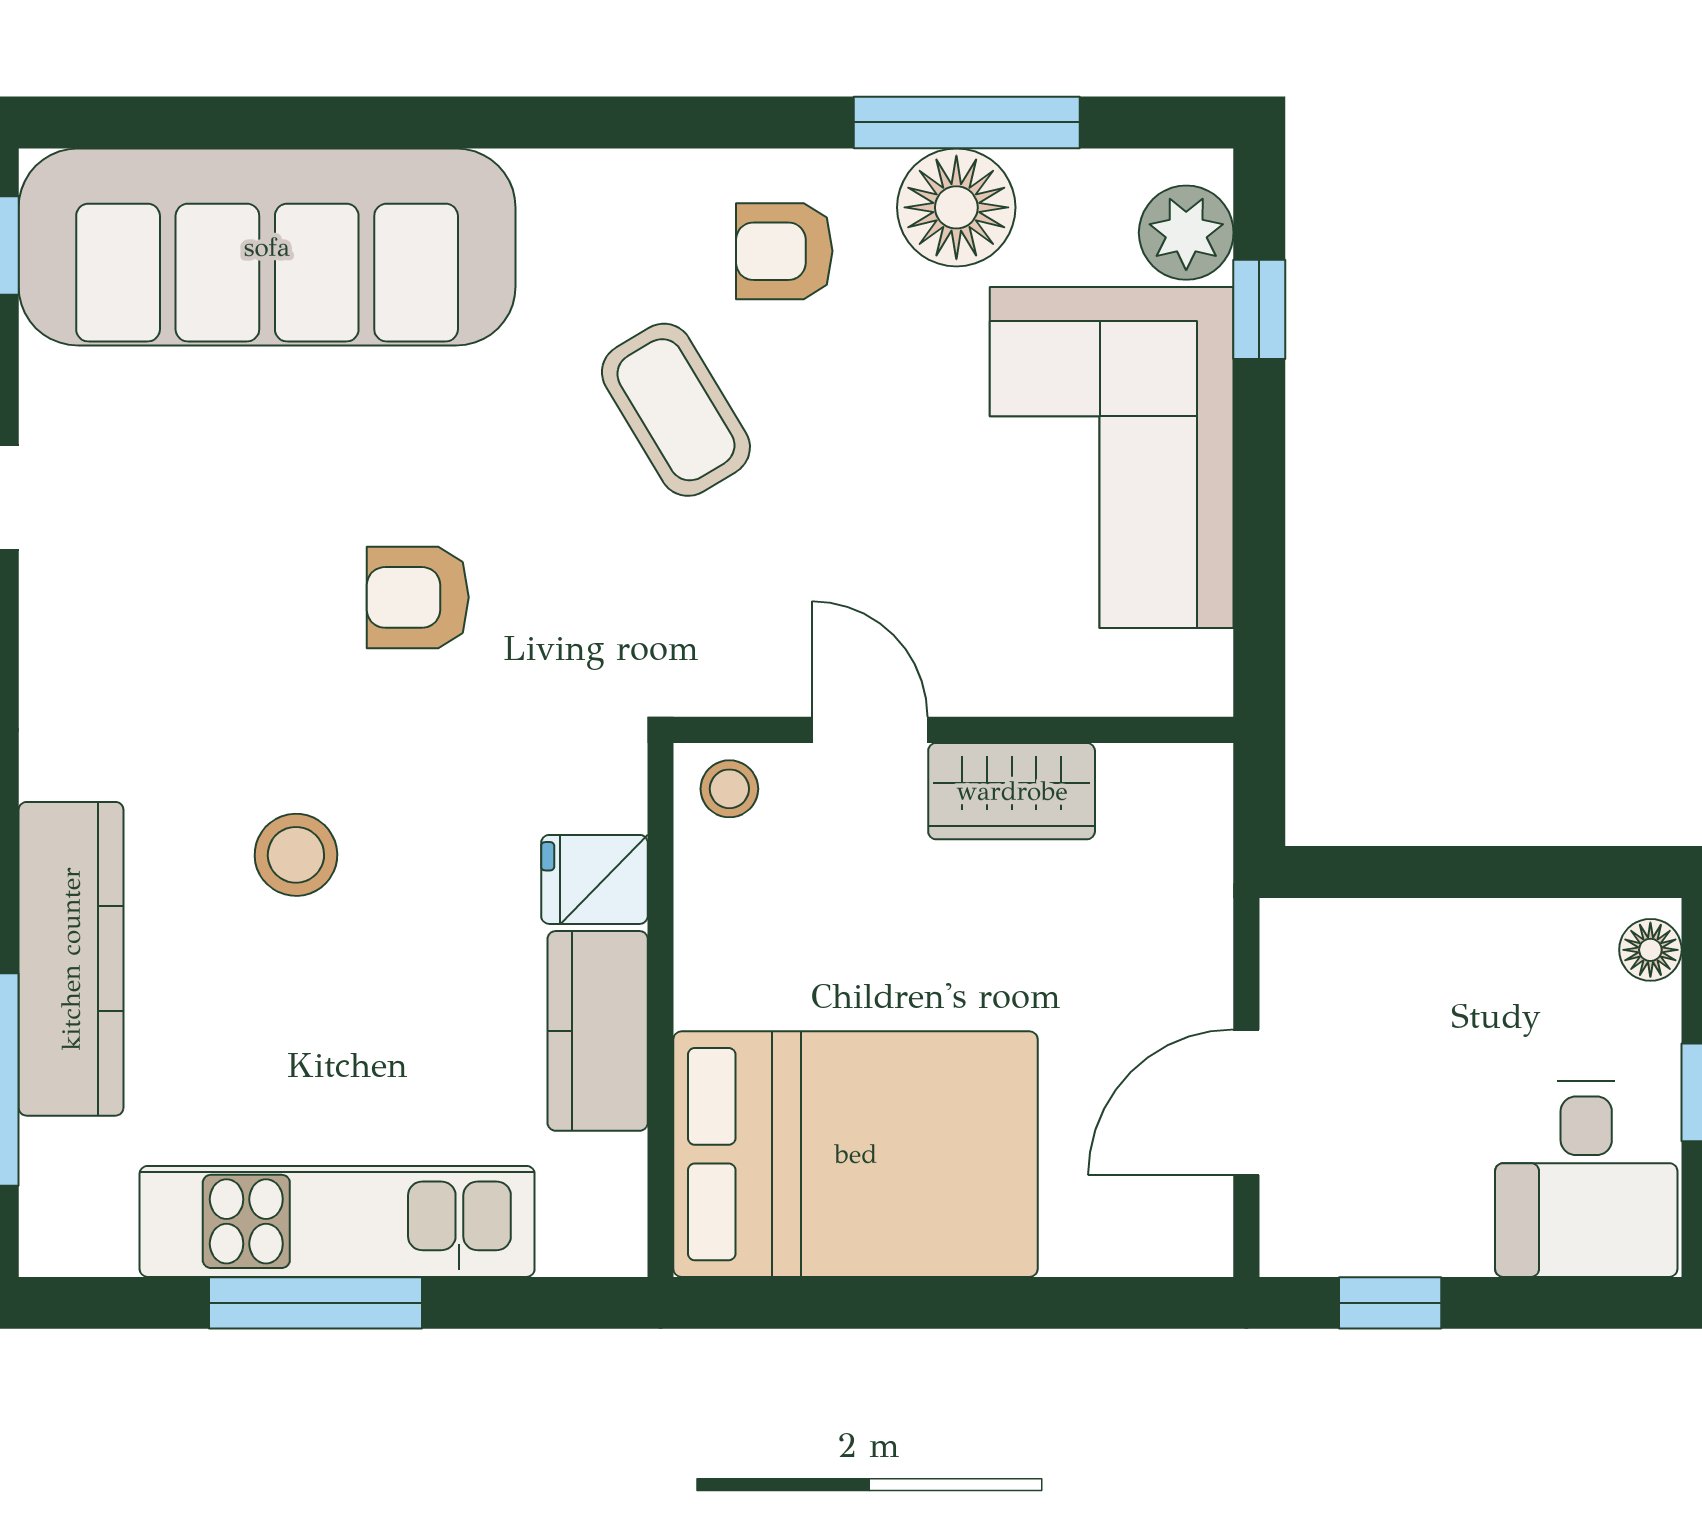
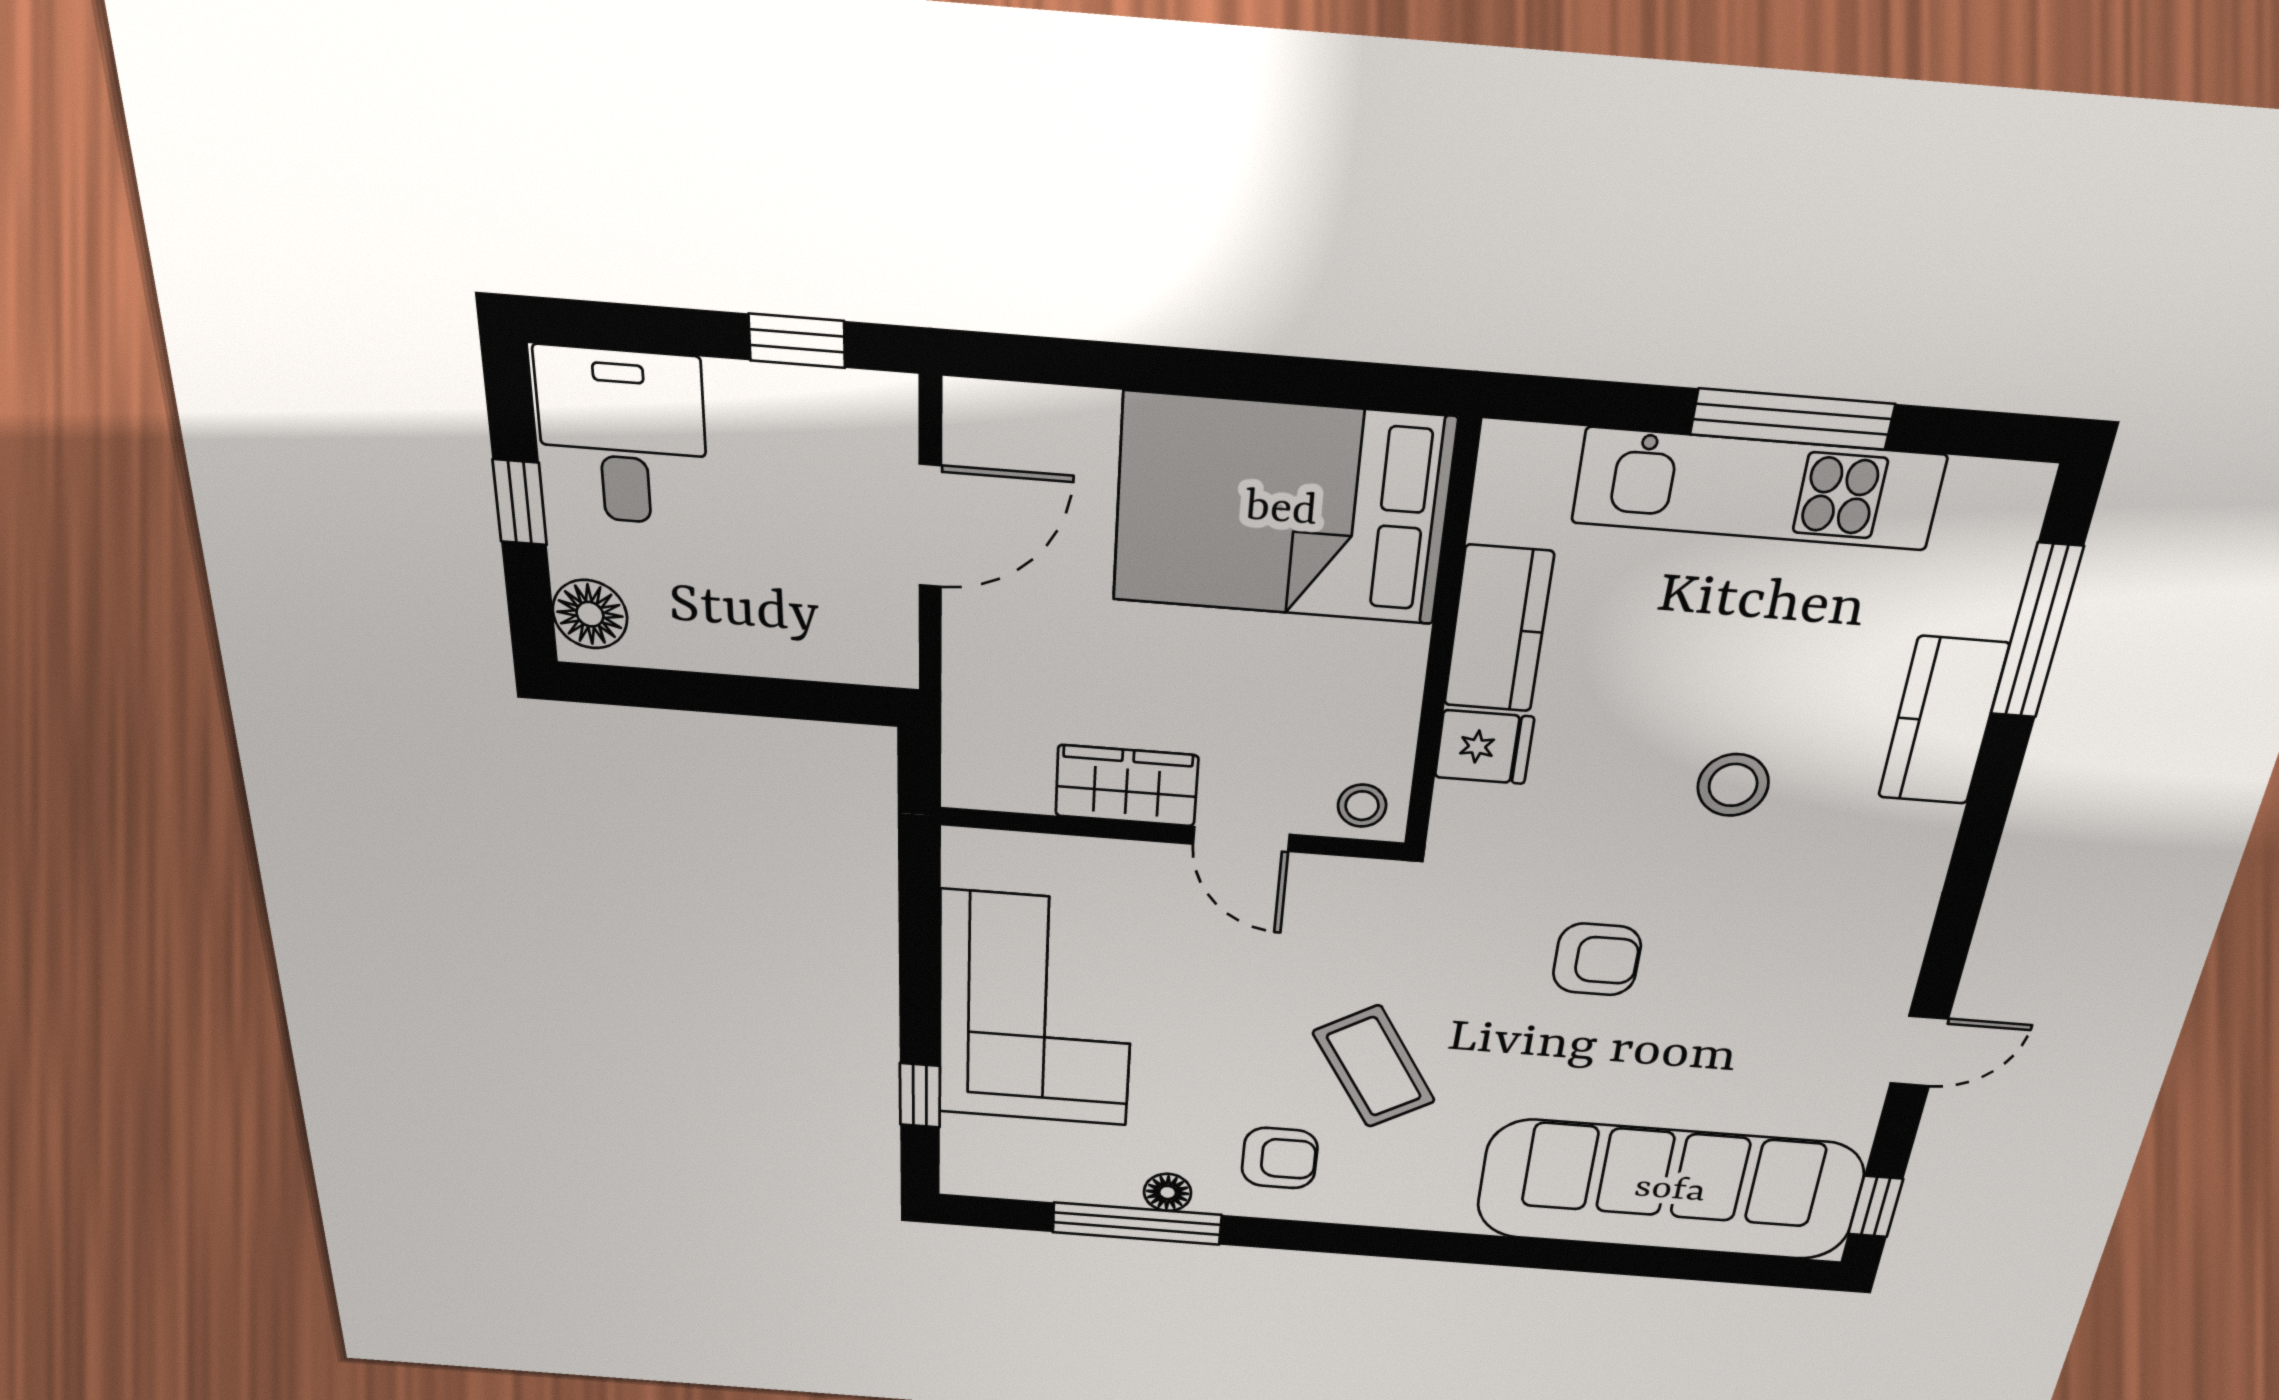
floor lamp: (956, 207) -> (1168, 1192), width x0.53, depth x0.53
plant: (1186, 233) -> (975, 1146), removed
floor lamp: (1650, 950) -> (590, 614), width x1.37, depth x1.37
kitchen counter: (71, 959) -> (1943, 721), width x0.67

